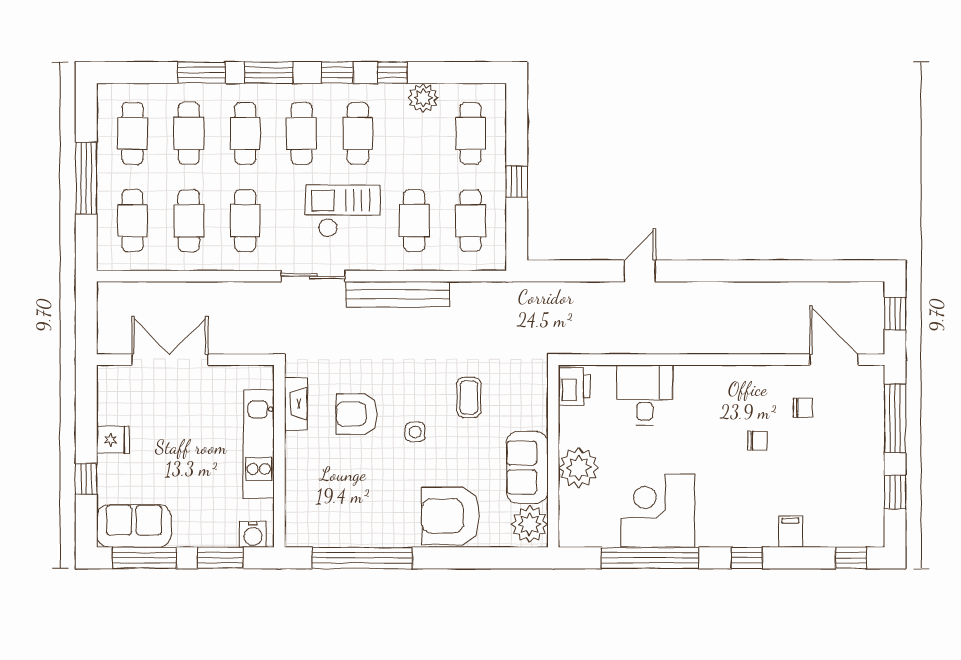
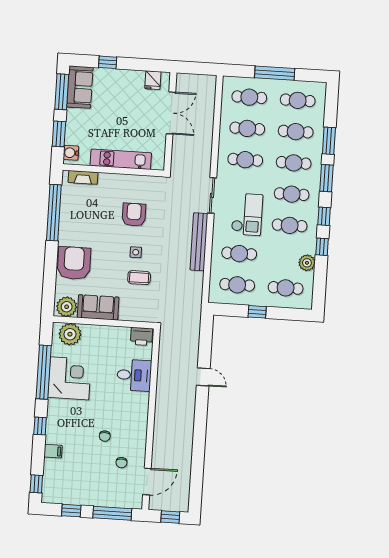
fireplace: (296, 404) -> (83, 177), moved
side table: (415, 432) -> (136, 252), moved
fridge: (113, 440) -> (153, 80), moved
plant: (579, 468) -> (70, 334), moved

